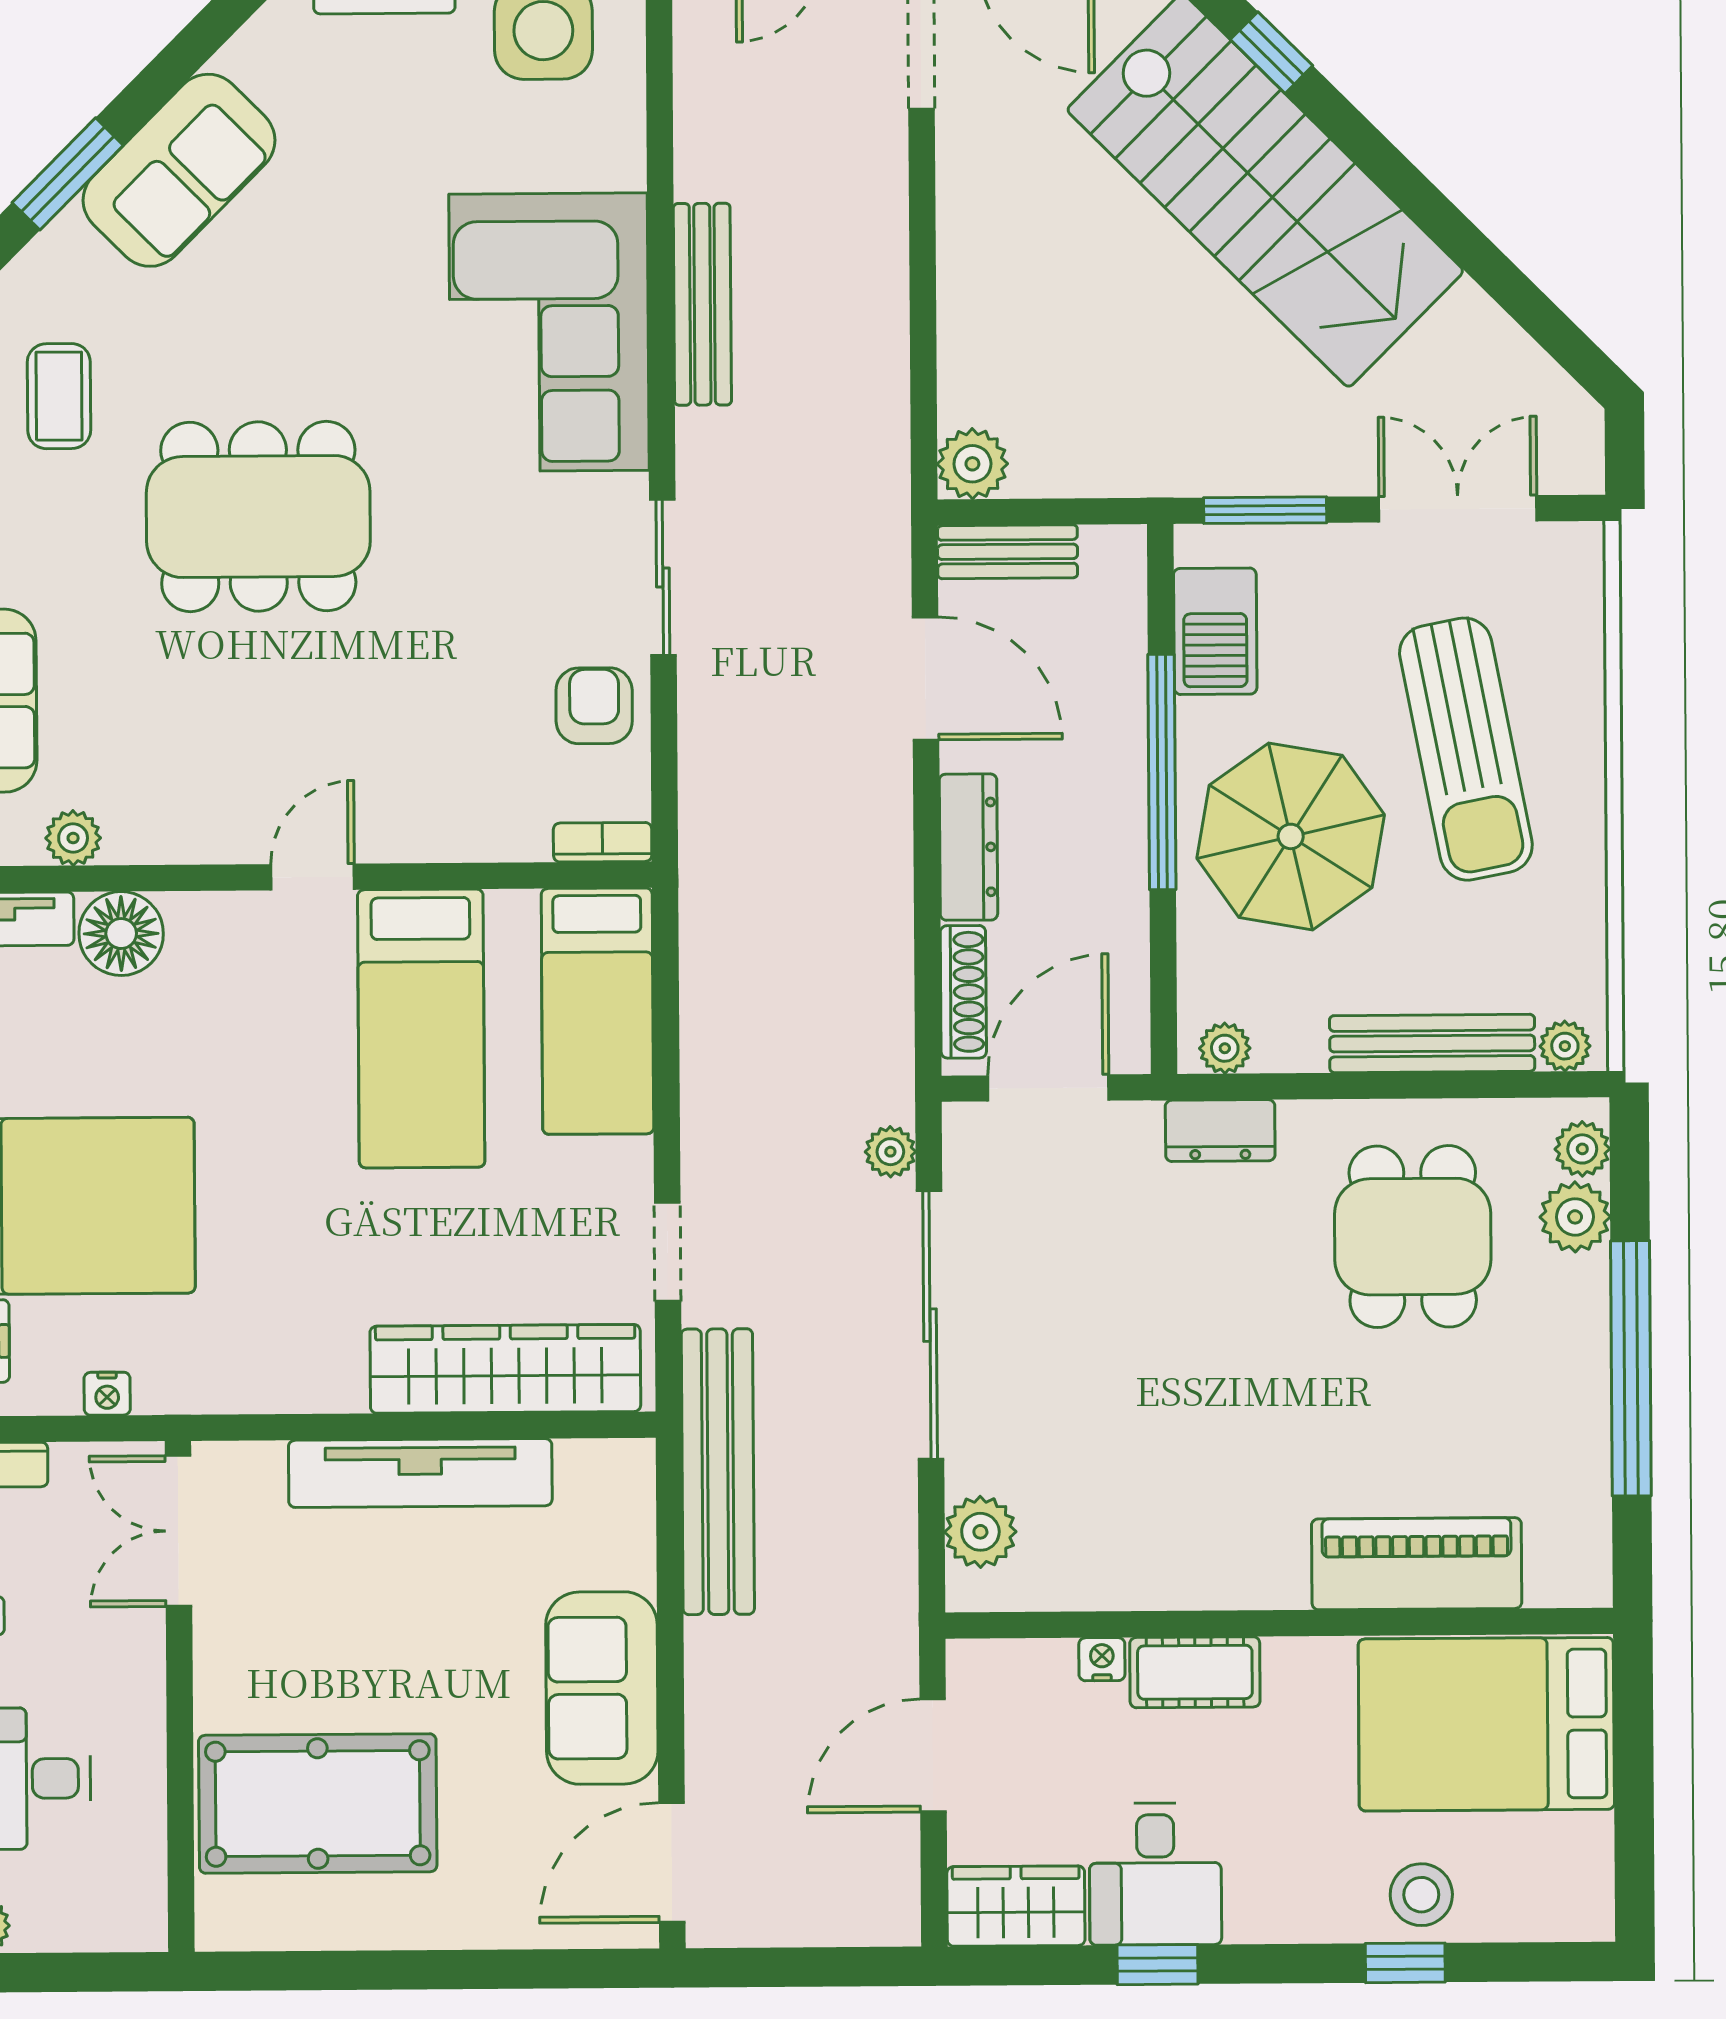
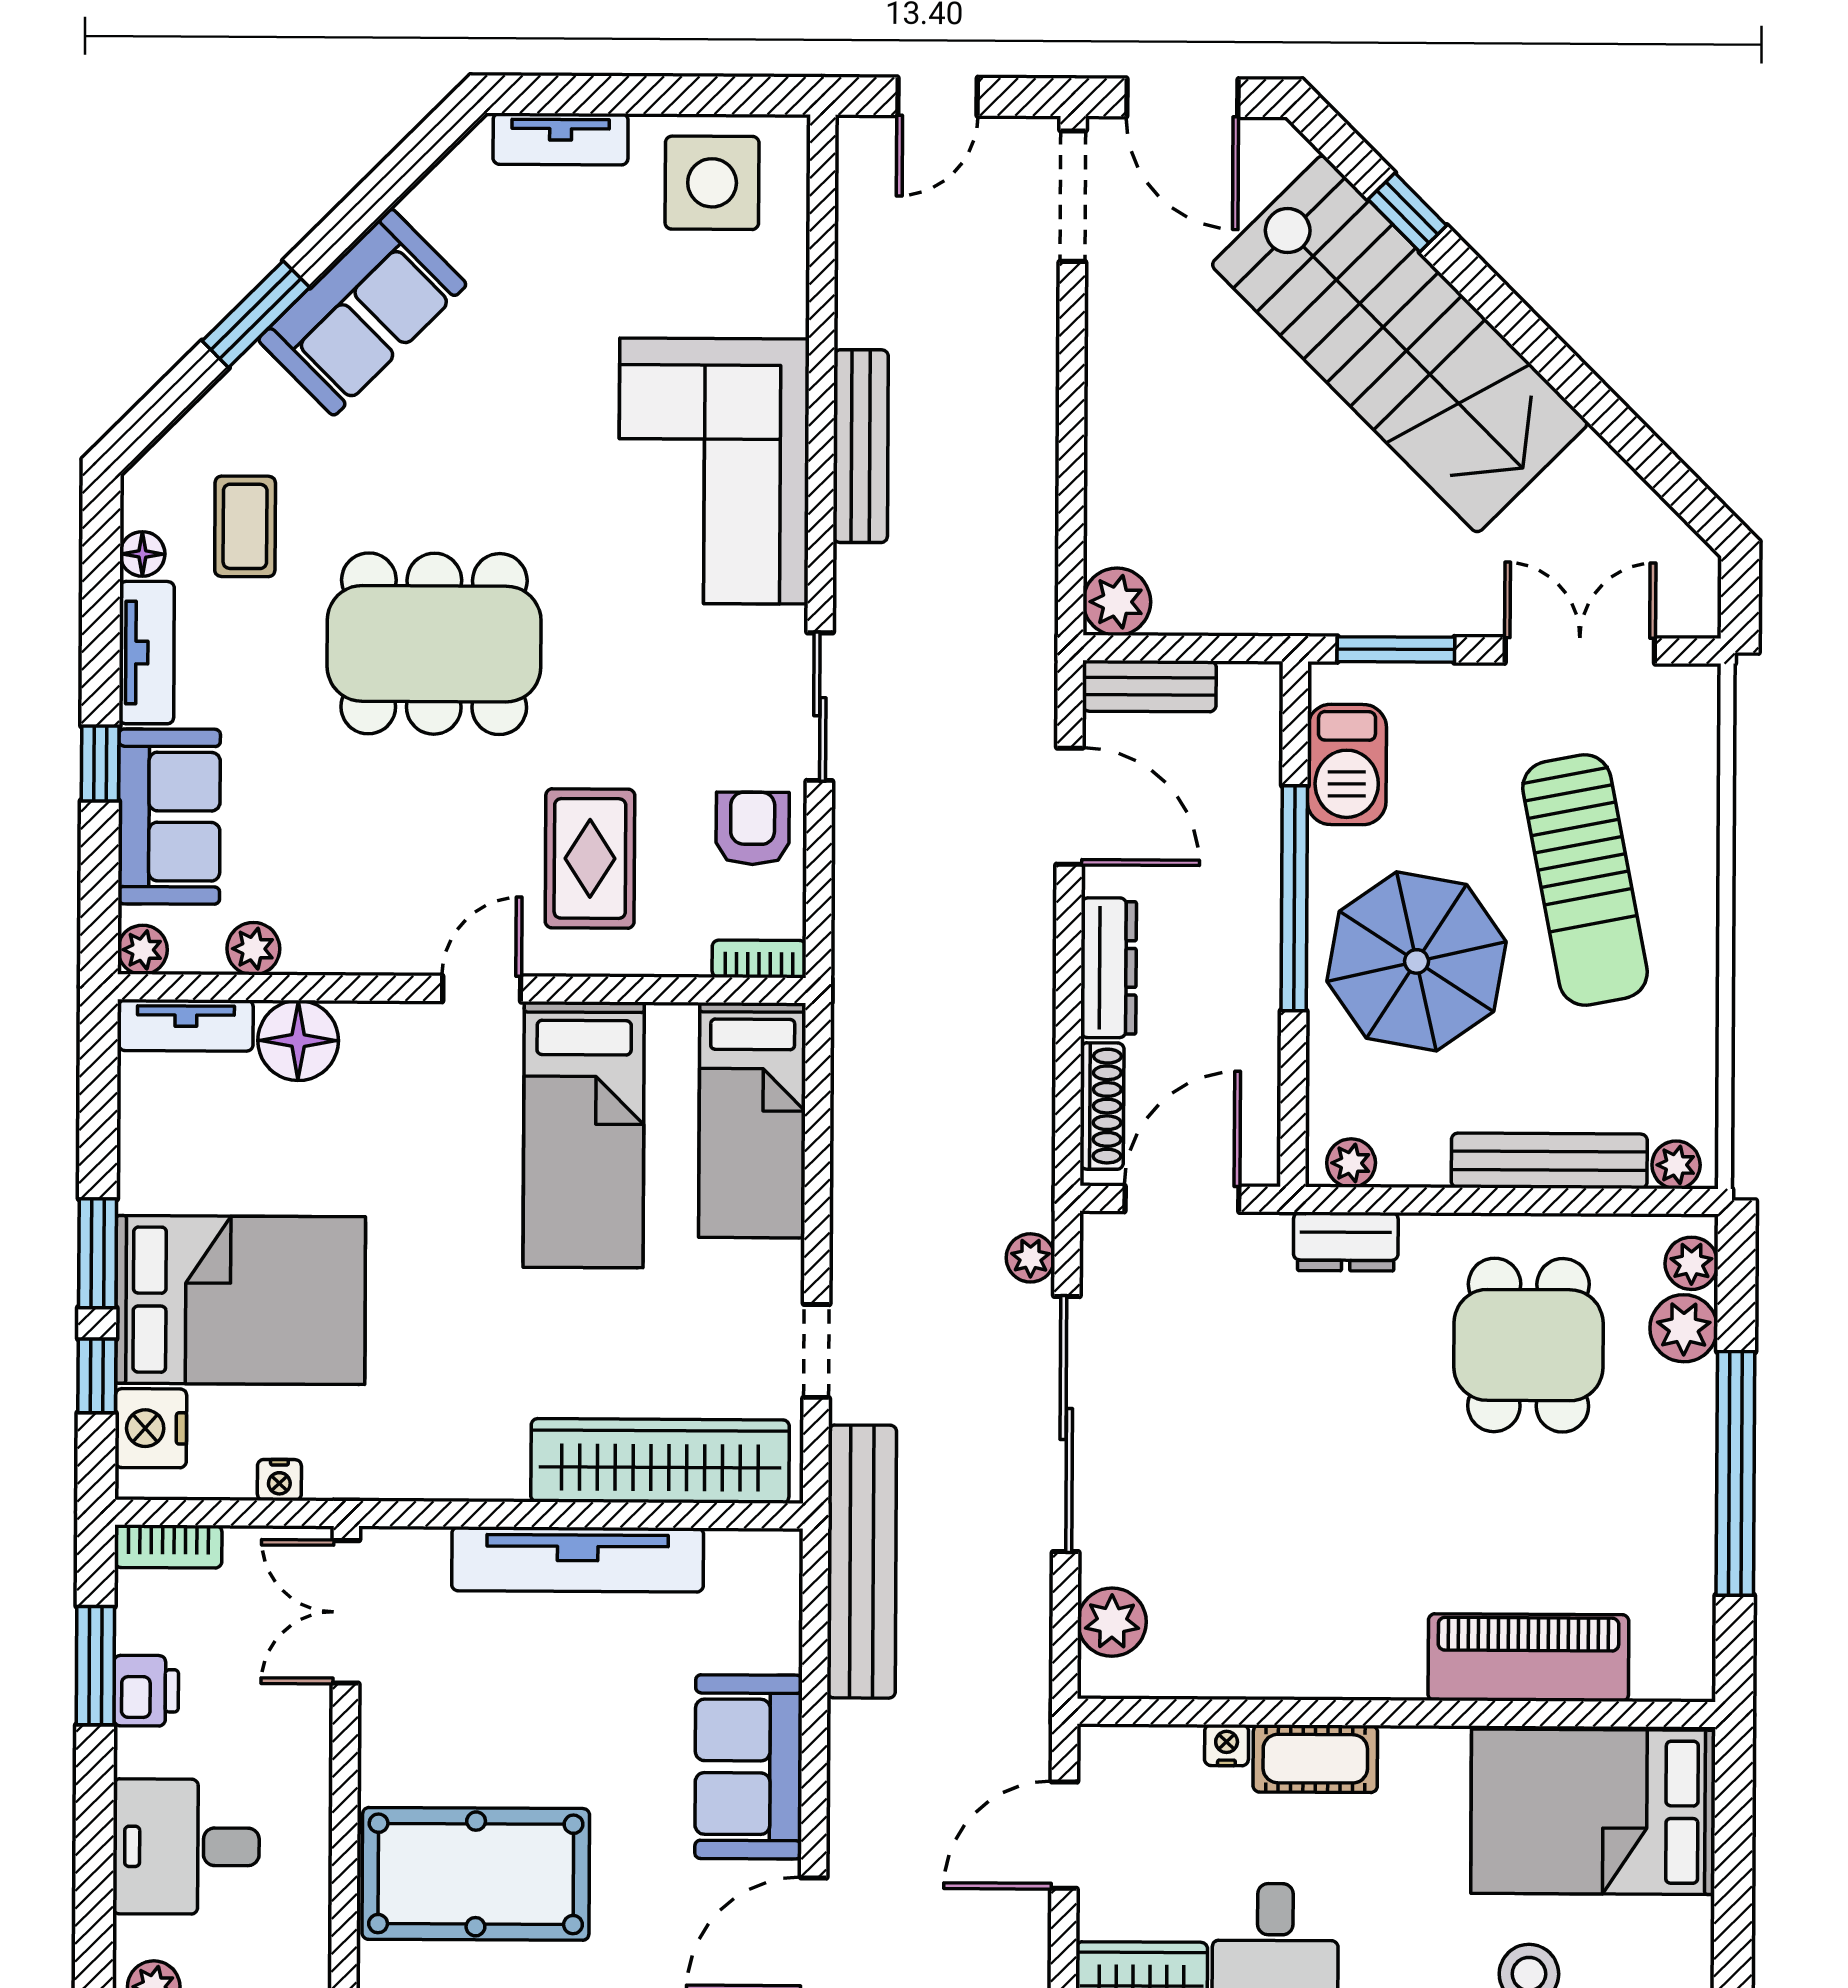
rug: (424, 739) -> (590, 858), added

